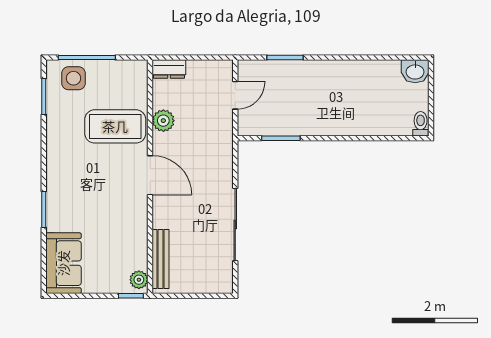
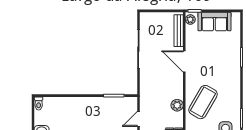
coffee table: (115, 126) -> (203, 102), turned -60
door: (150, 175) -> (184, 62), moved
sofa: (63, 263) -> (214, 21), moved, turned -90

